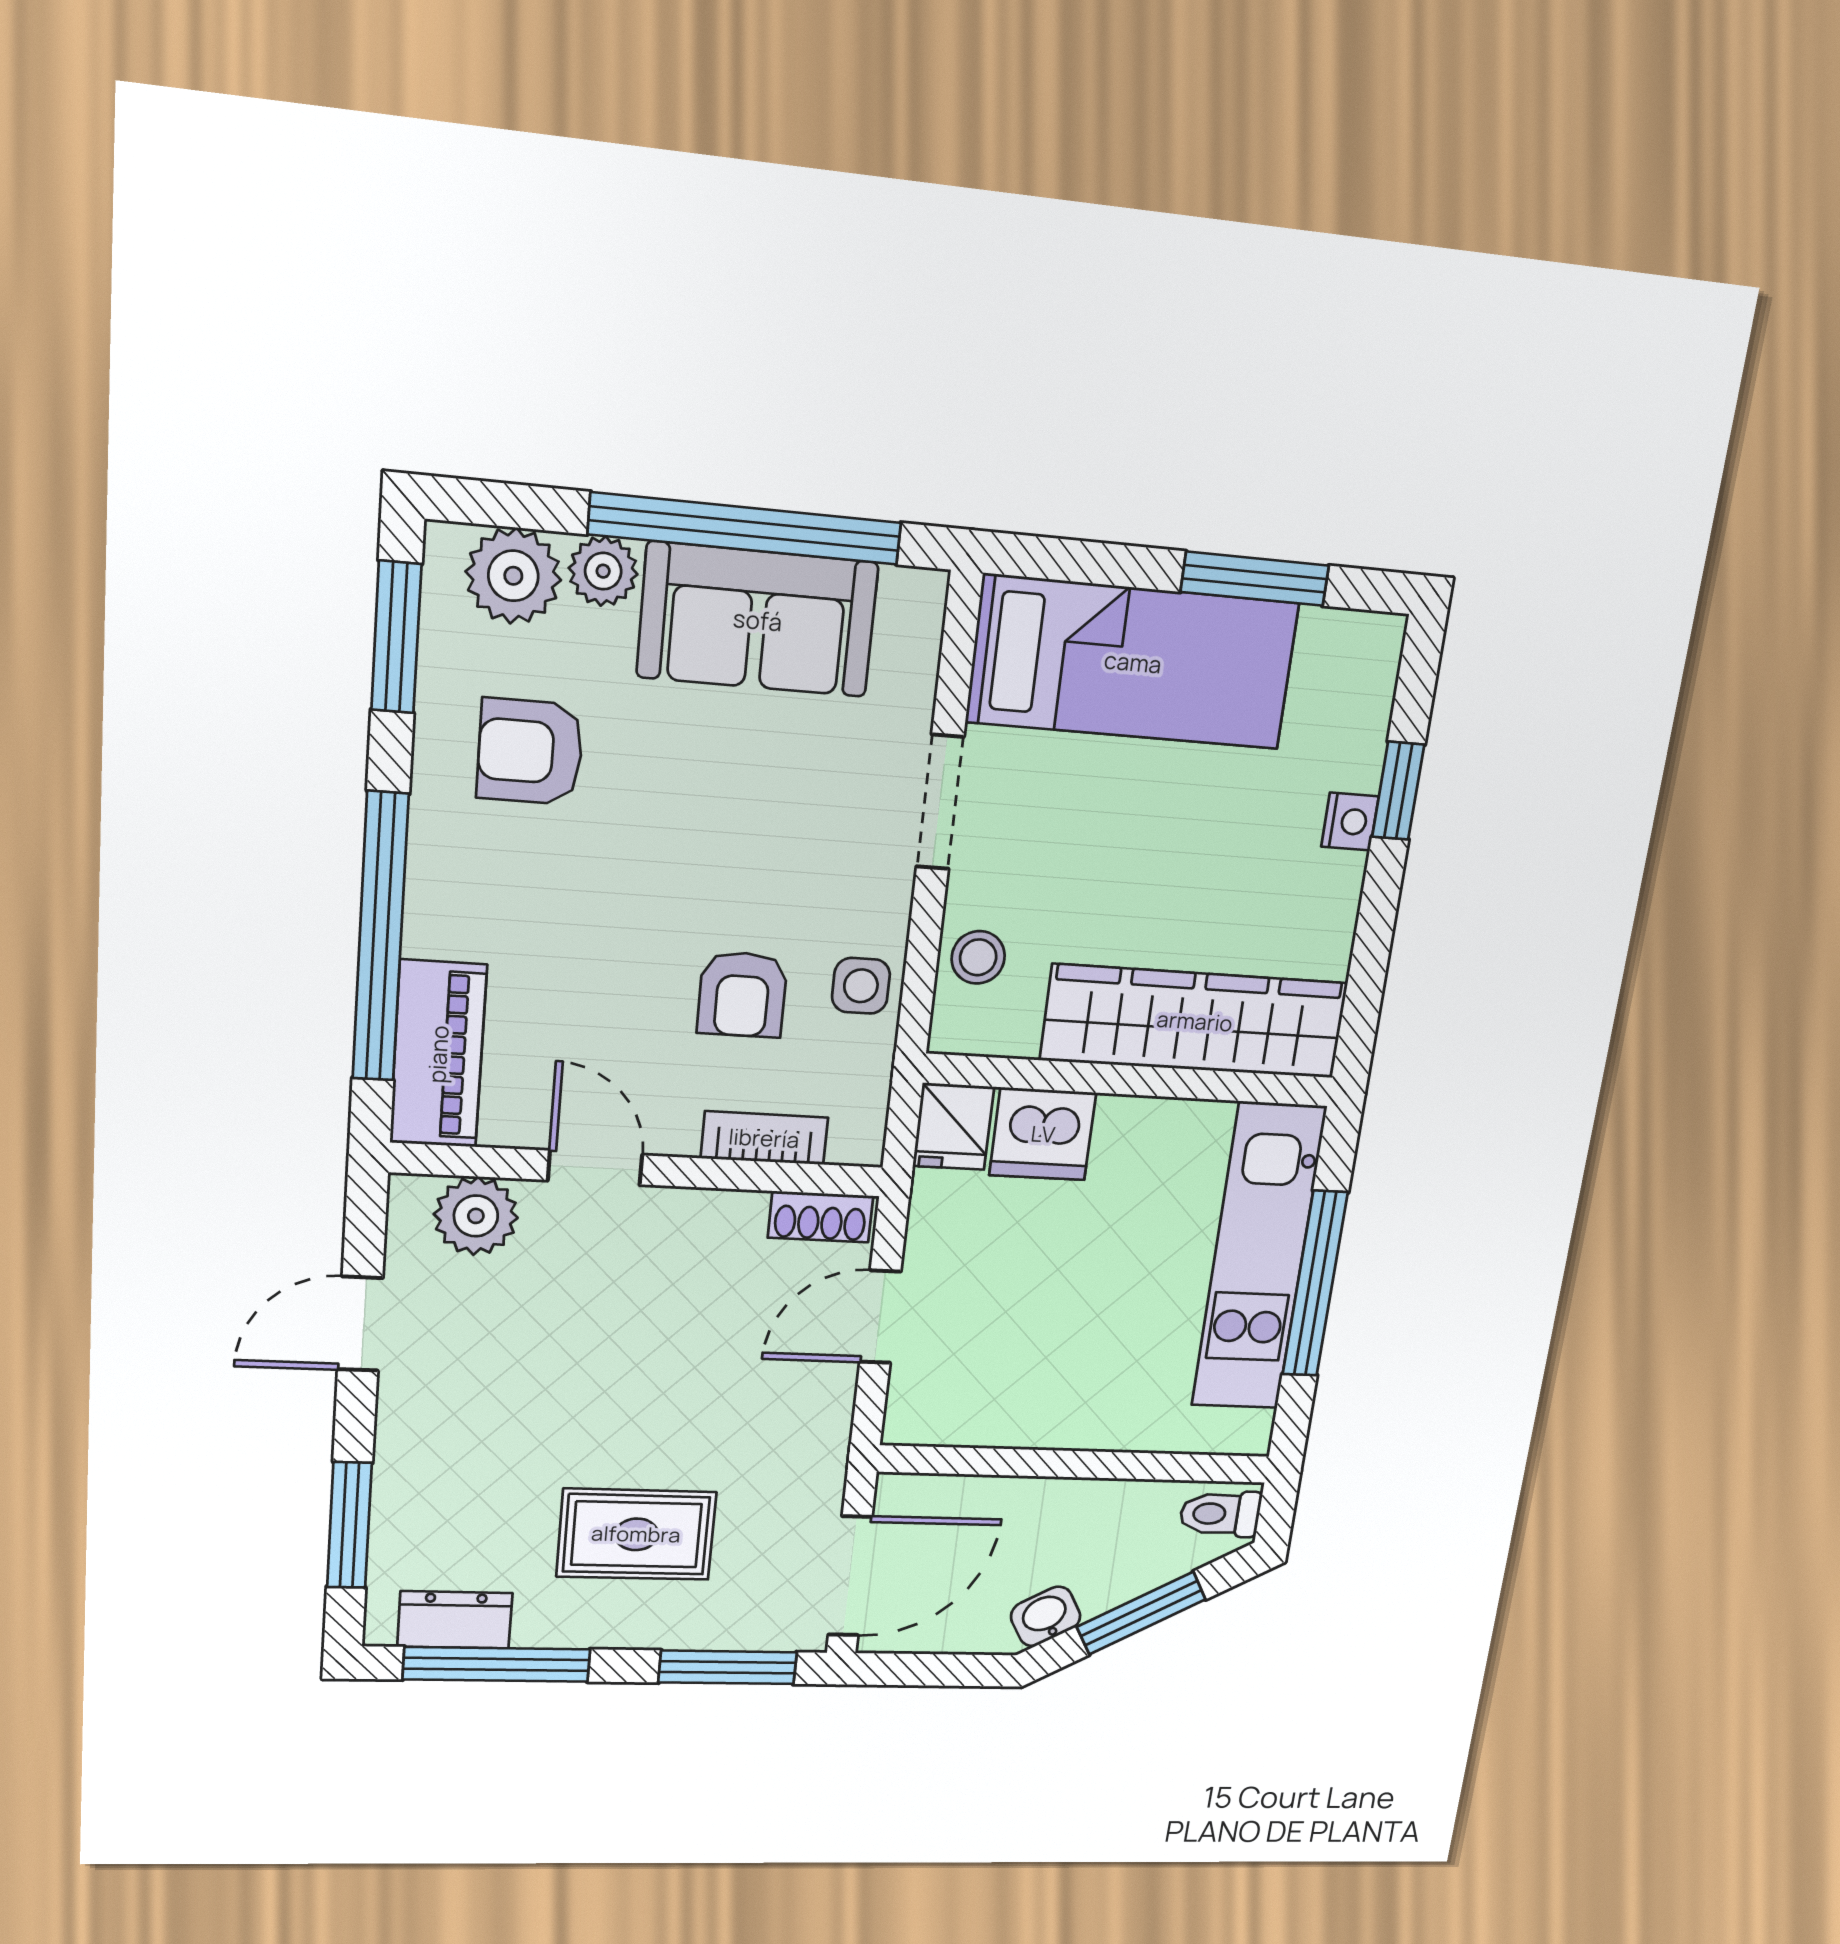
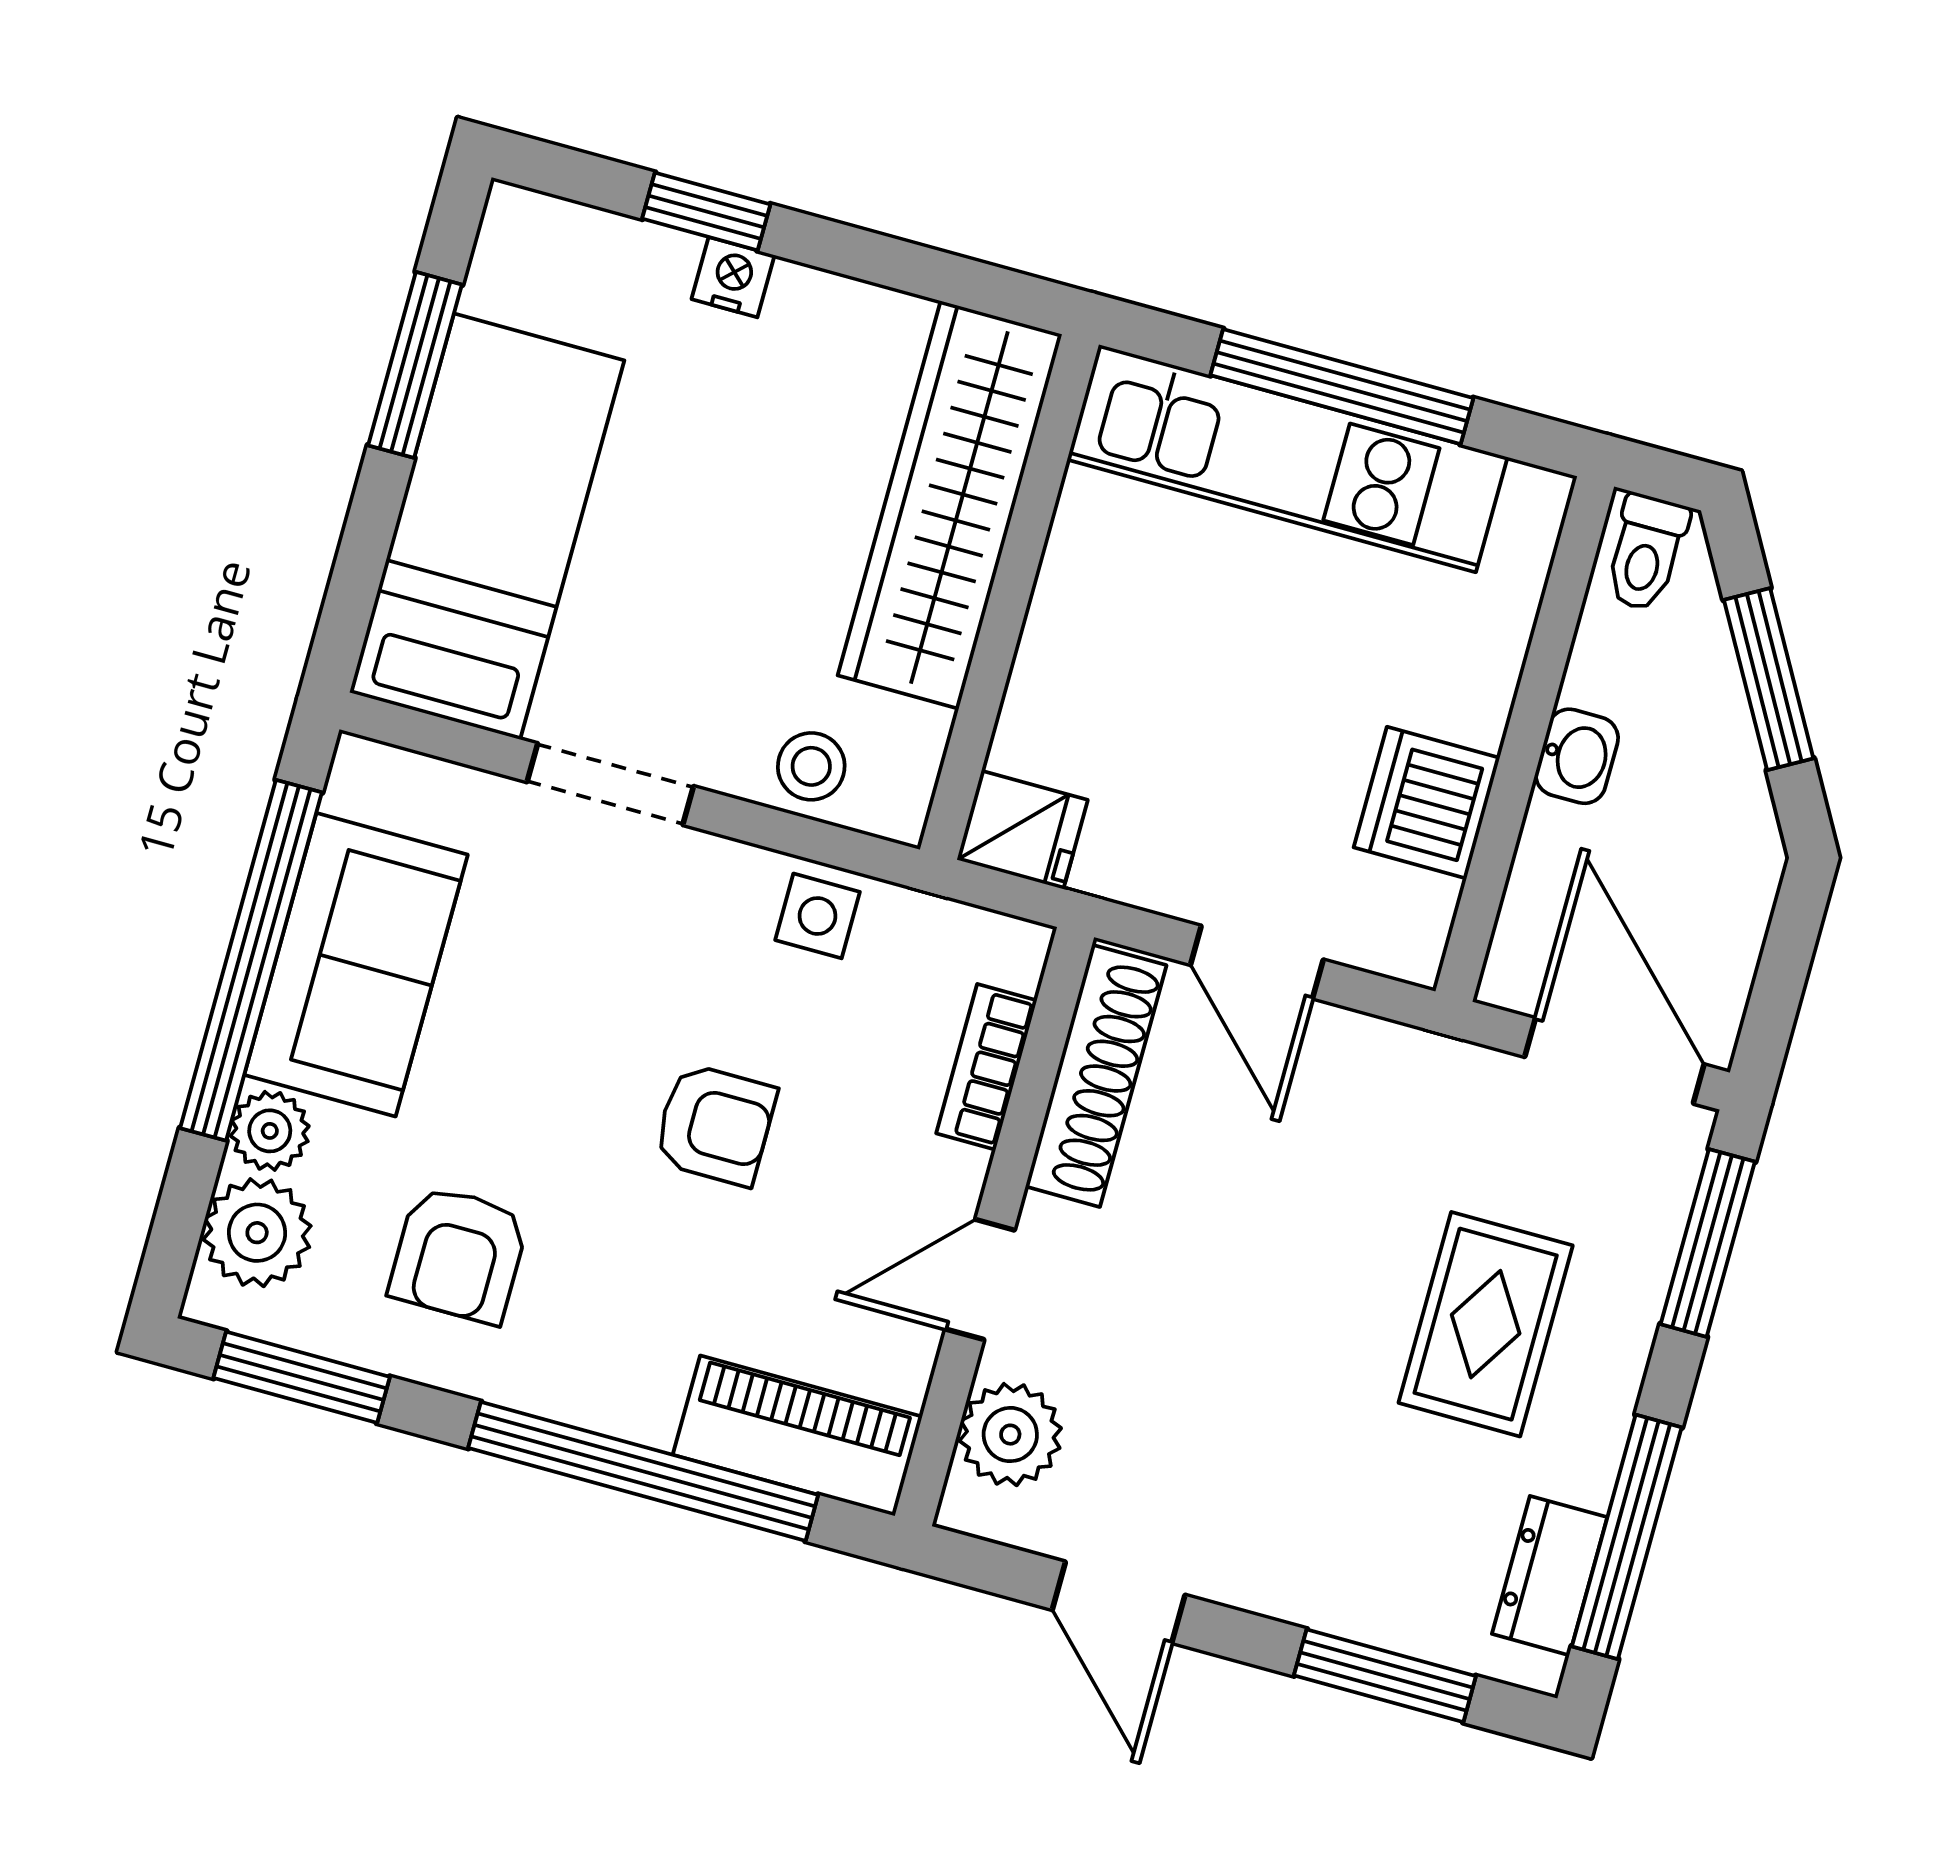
armchair: (742, 994) -> (715, 1125), moved
dishwasher: (1043, 1134) -> (1427, 803), moved, turned 180
shoe rack: (821, 1217) -> (1096, 1076), width x1.94, depth x1.24
washbasin: (1046, 1616) -> (1577, 756), moved, turned -150

